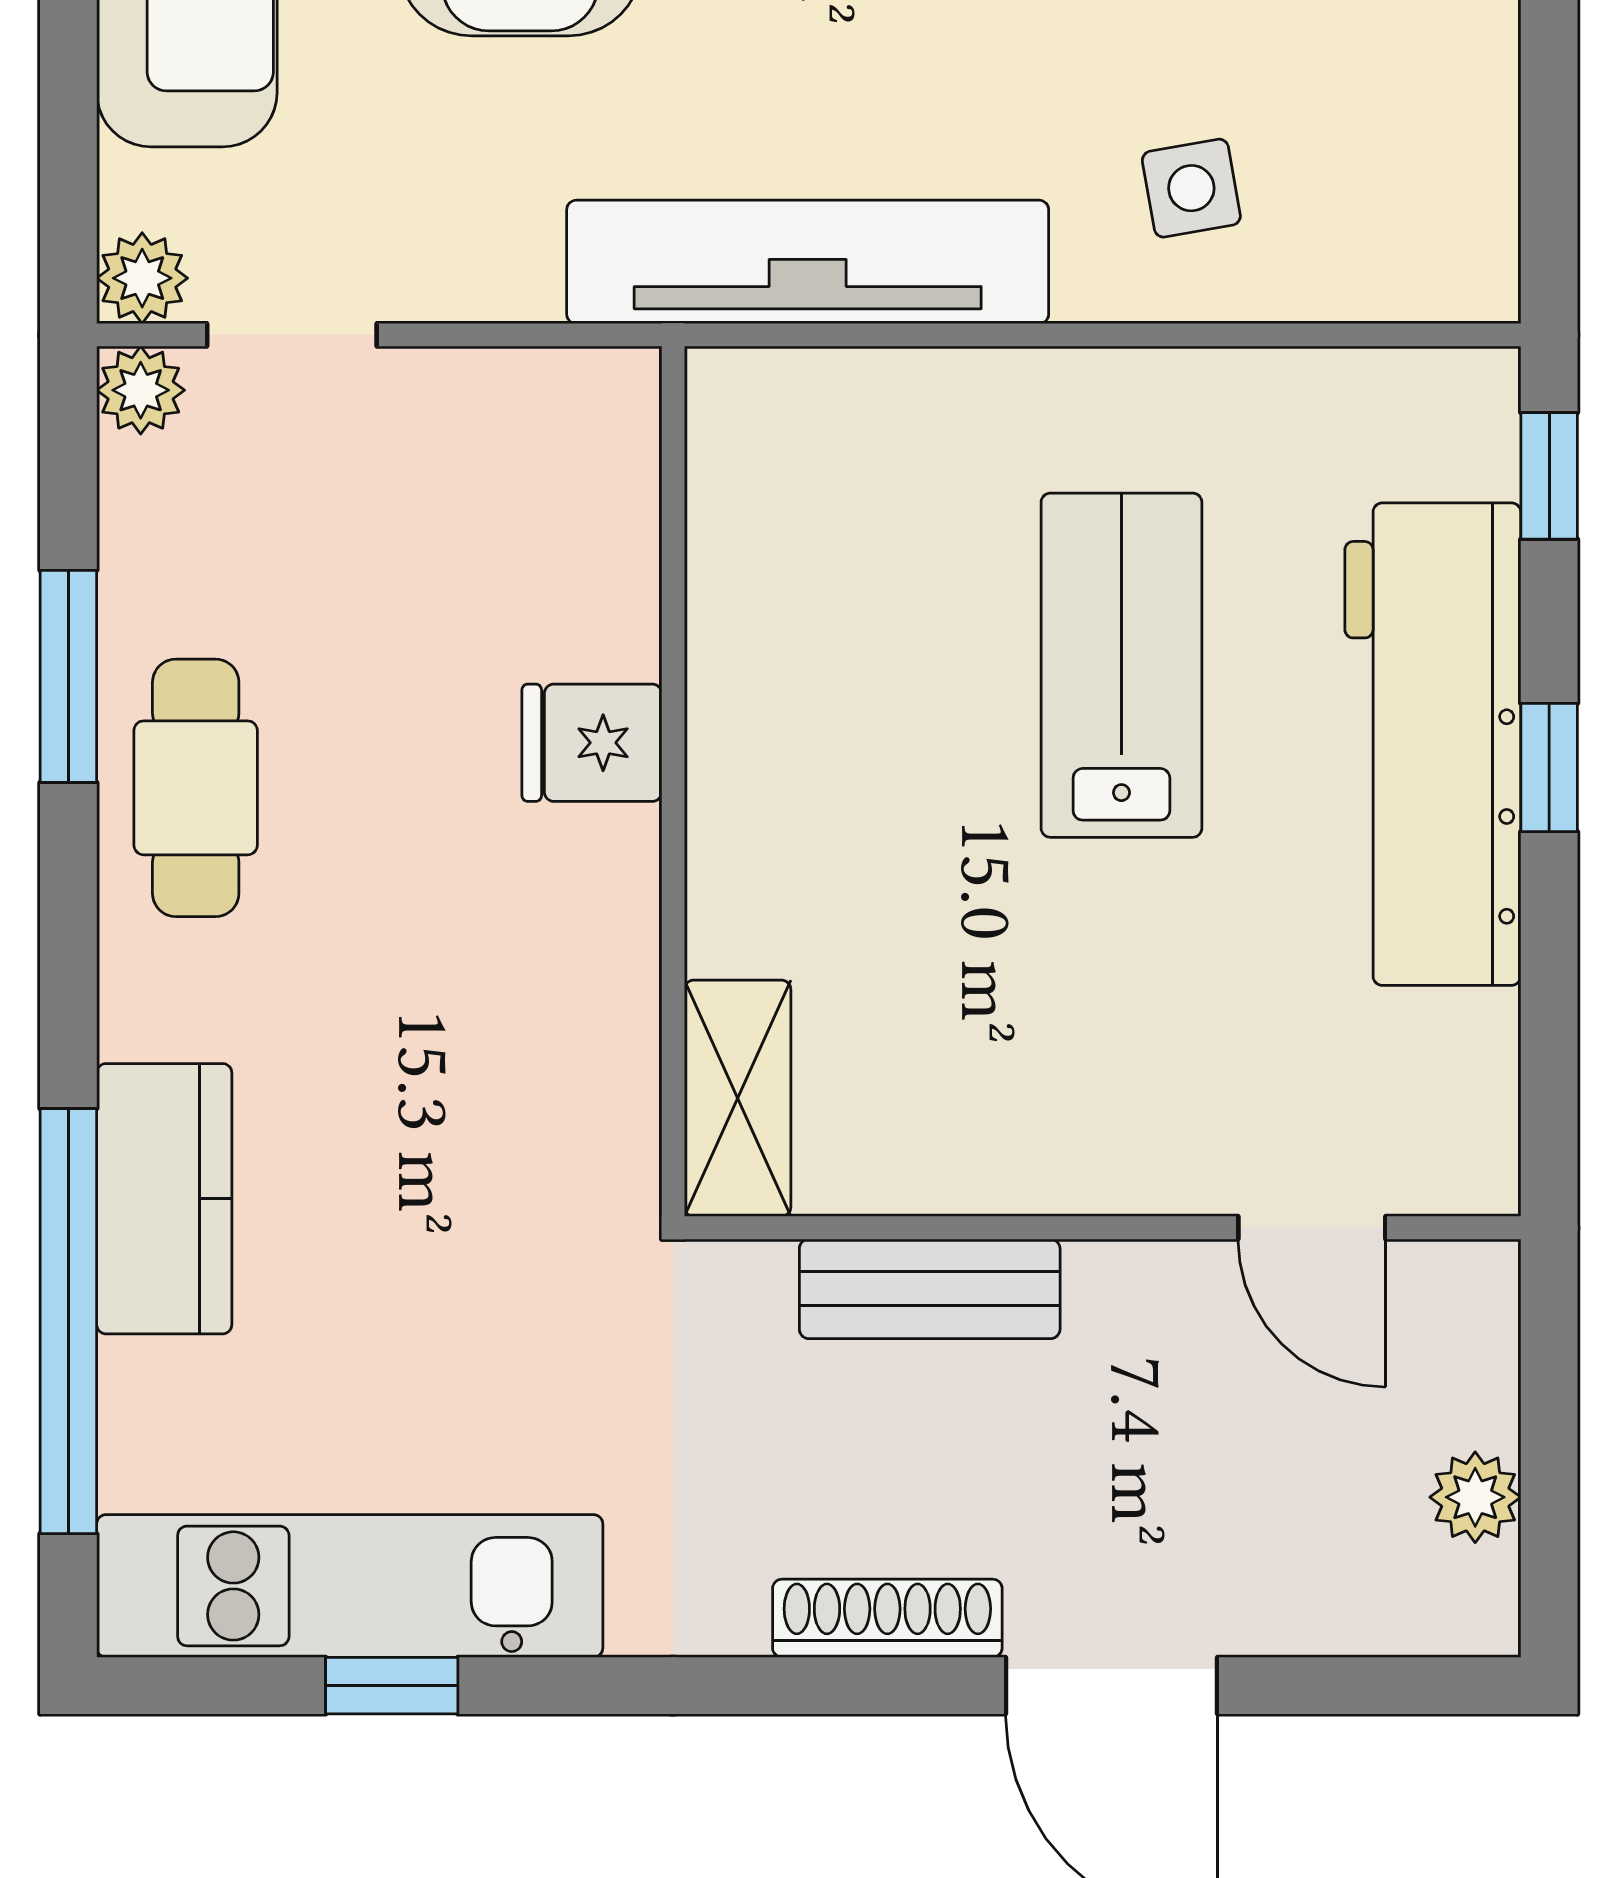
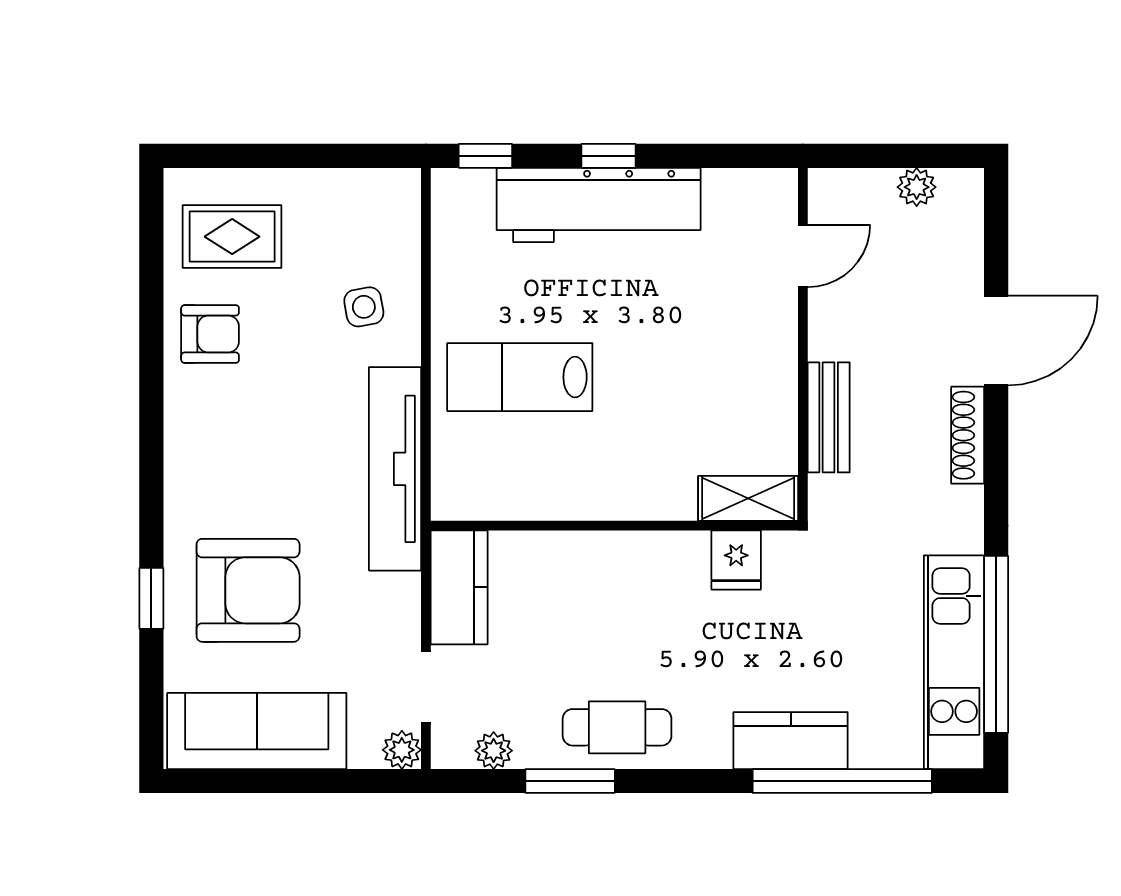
plant: (141, 390) -> (494, 751), moved
kitchen counter: (527, 414) -> (459, 587), added
lab bench: (1121, 665) -> (520, 377), moved
fridge: (592, 743) -> (736, 560), moved
window: (392, 1686) -> (996, 644), width x3.17

